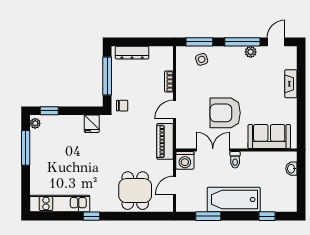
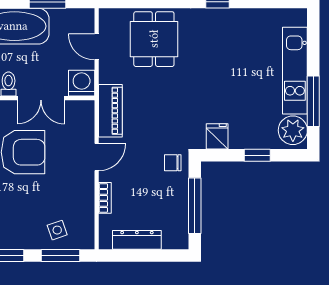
dresser: (132, 53) -> (137, 240), moved
window: (49, 111) -> (257, 155), moved
plant: (35, 123) -> (293, 130), width x1.87, depth x1.87
door: (175, 185) -> (97, 47), swing flipped
kitchen unit: (60, 204) -> (295, 71), moved, turned 90

